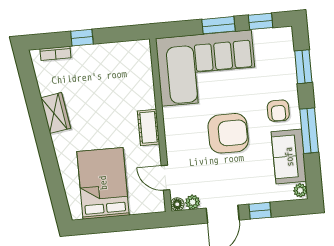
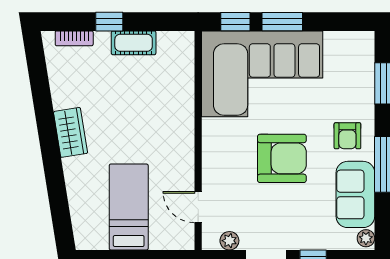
window: (261, 21) -> (235, 22), moved
wardrobe: (56, 113) -> (71, 132), moved
cot: (148, 127) -> (134, 43), moved, turned 90
bed: (103, 183) -> (129, 207), width x0.67
floor lamp: (177, 204) -> (210, 242), removed

